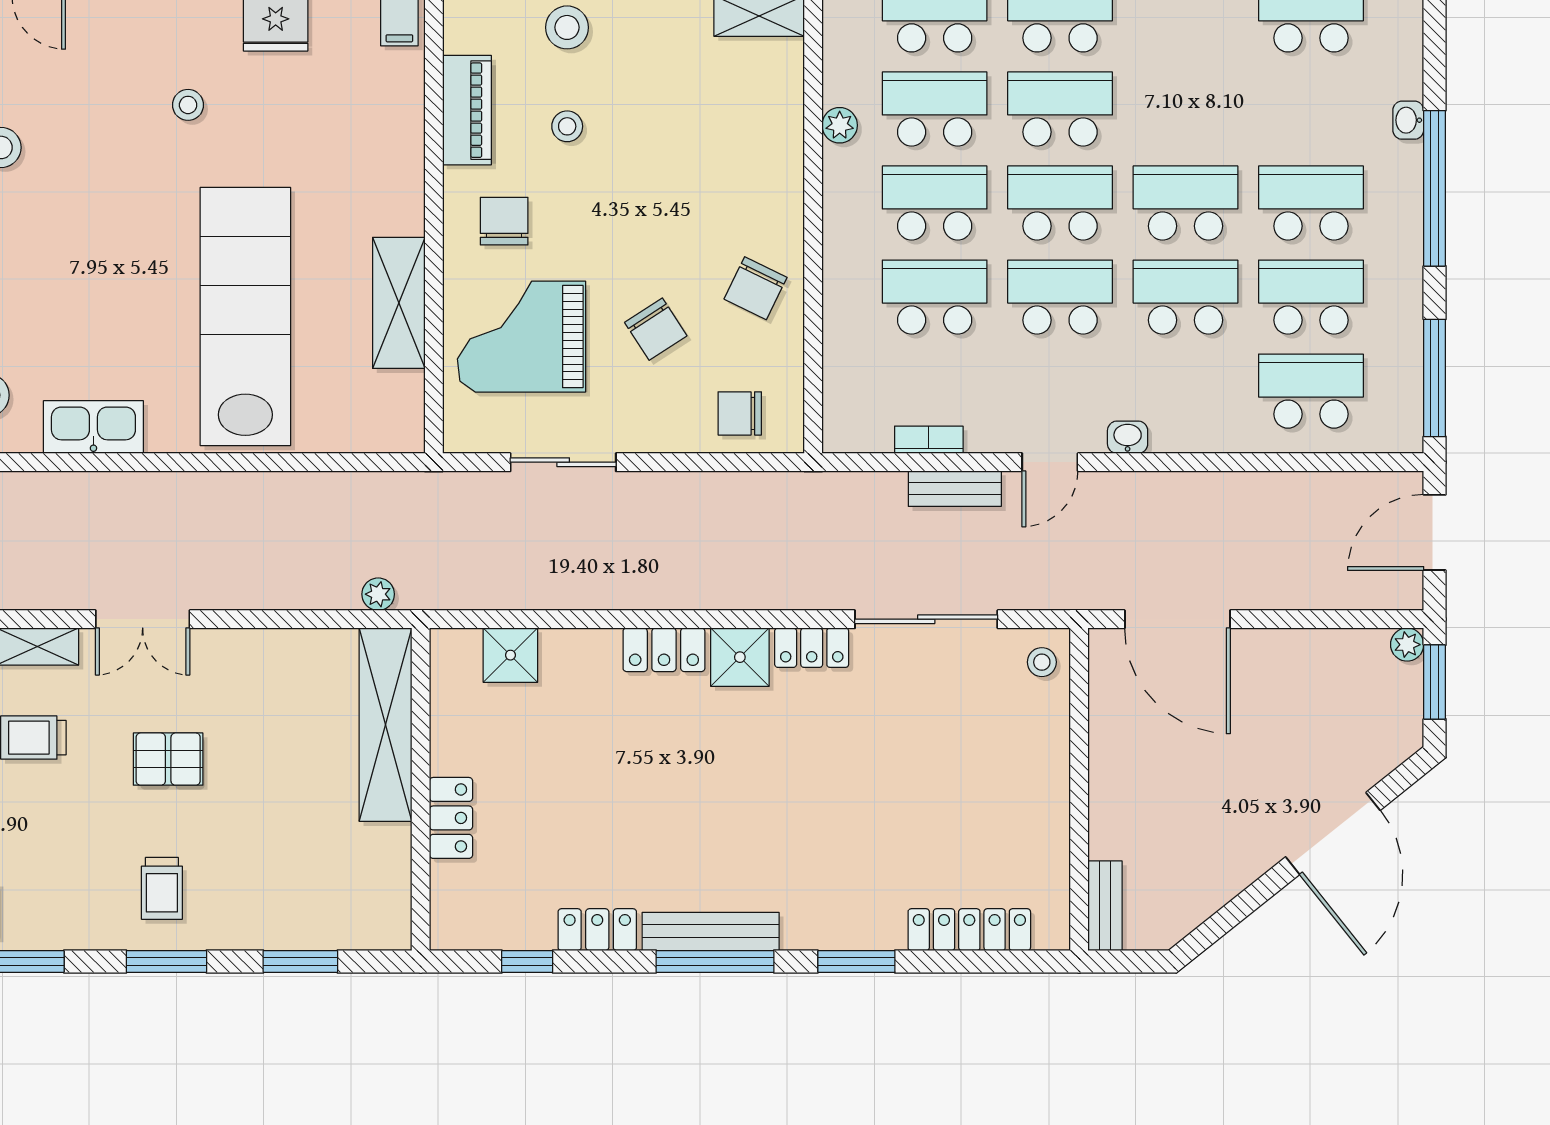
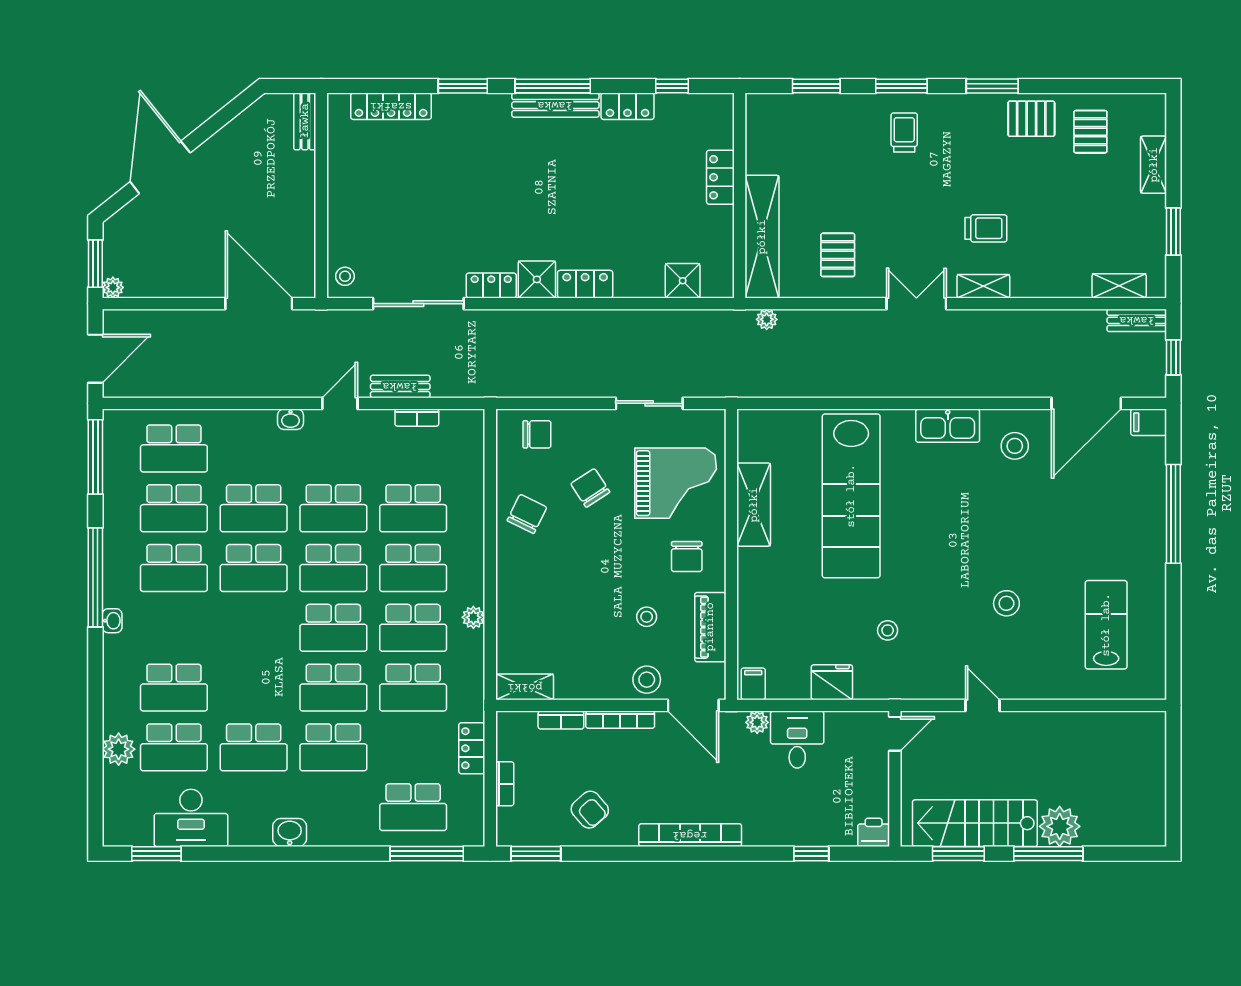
pallet: (168, 759) -> (838, 255), moved, turned 90

